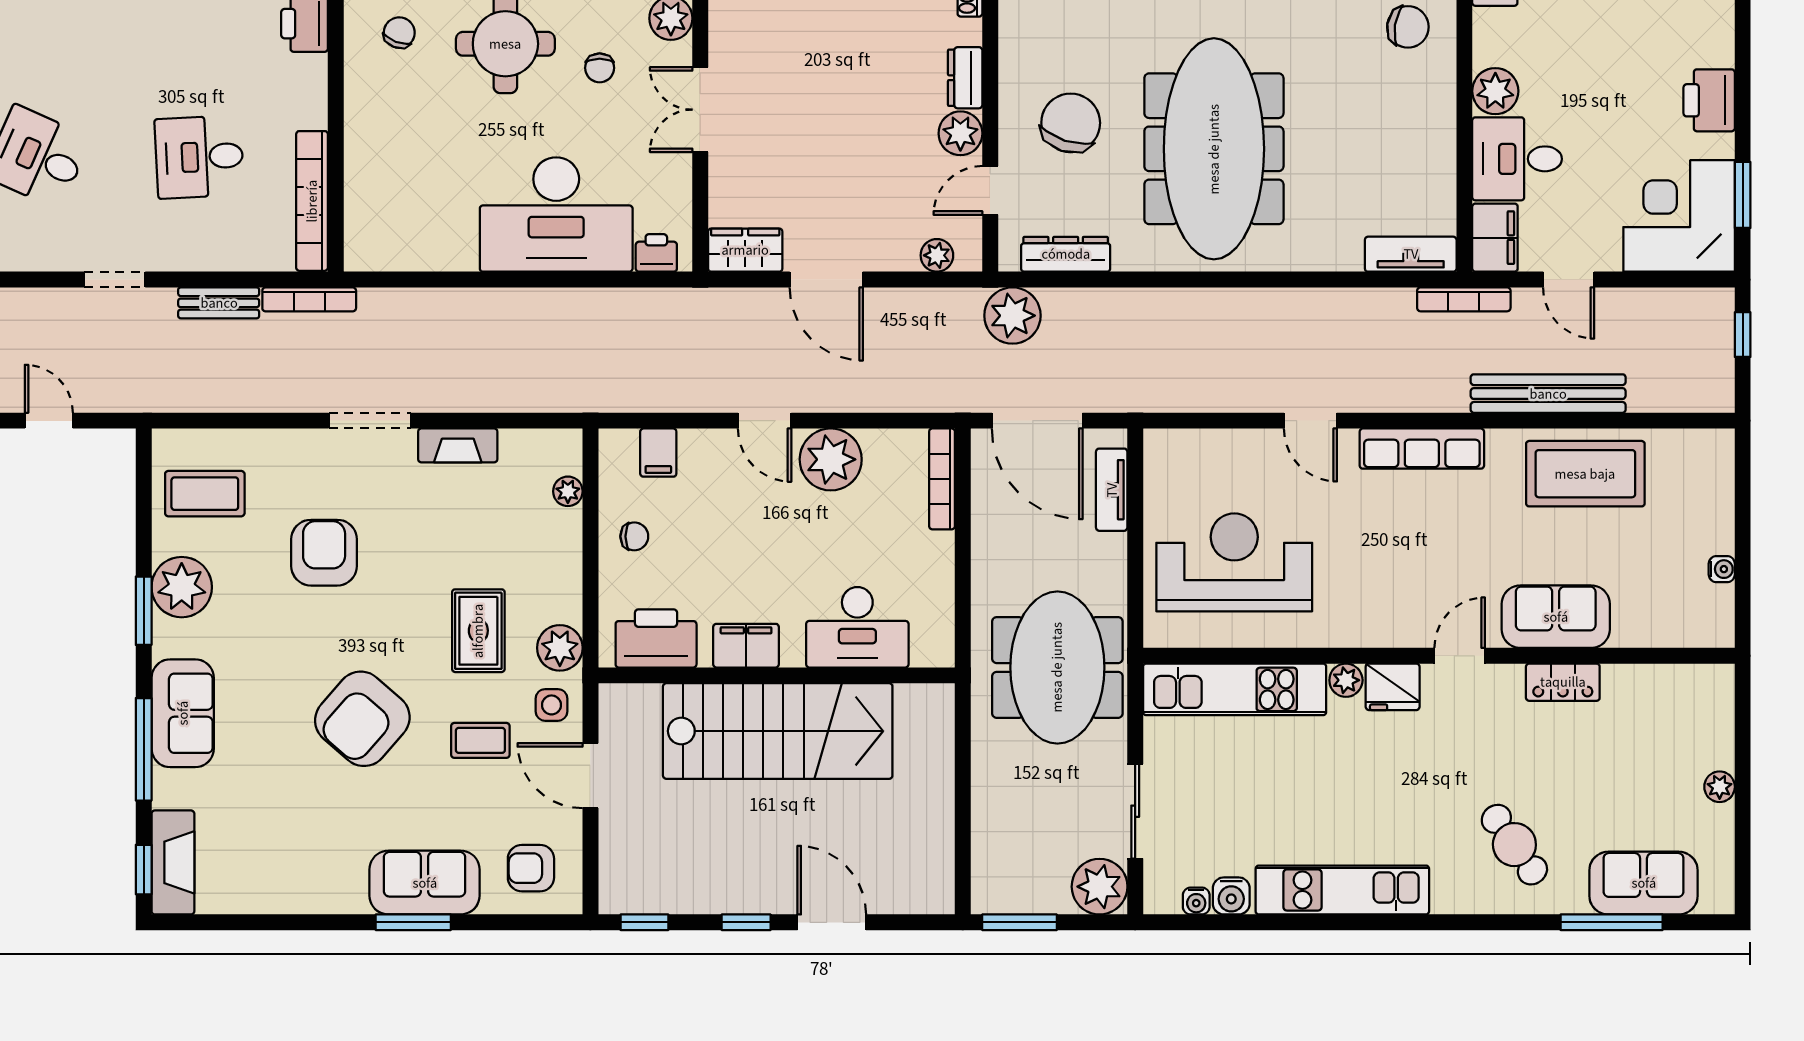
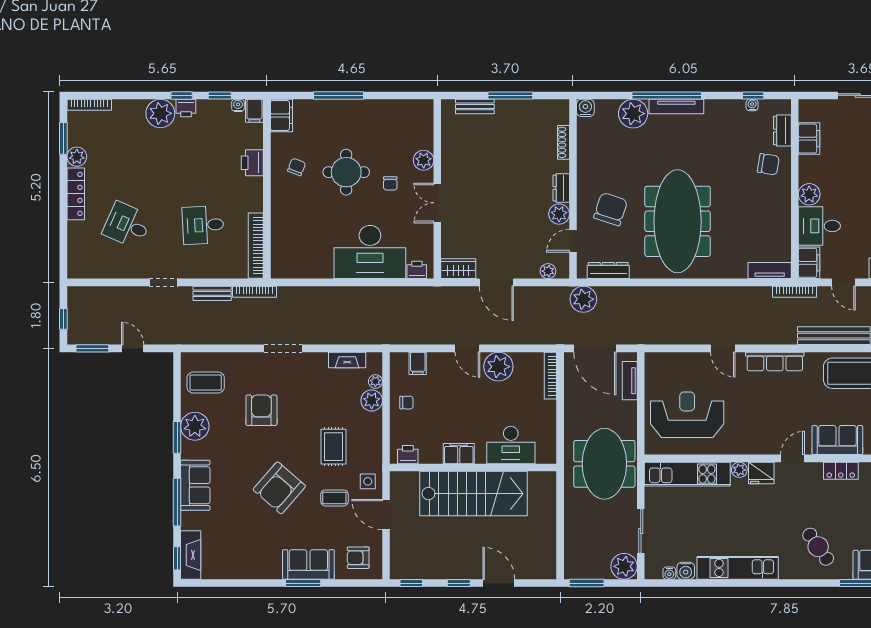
fireplace: (458, 445) -> (347, 360), moved
printer: (656, 638) -> (408, 455), width x0.53, depth x0.68
plant: (560, 648) -> (372, 400), moved

